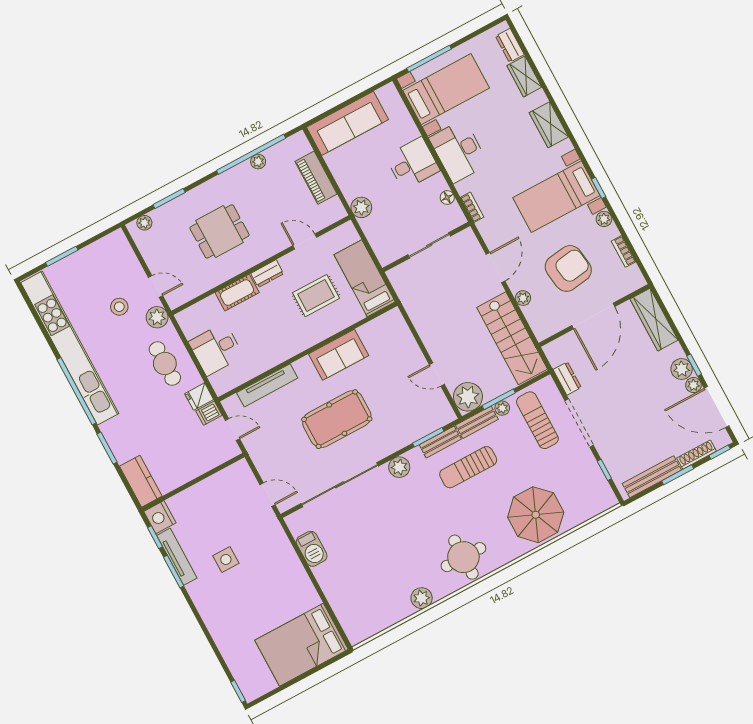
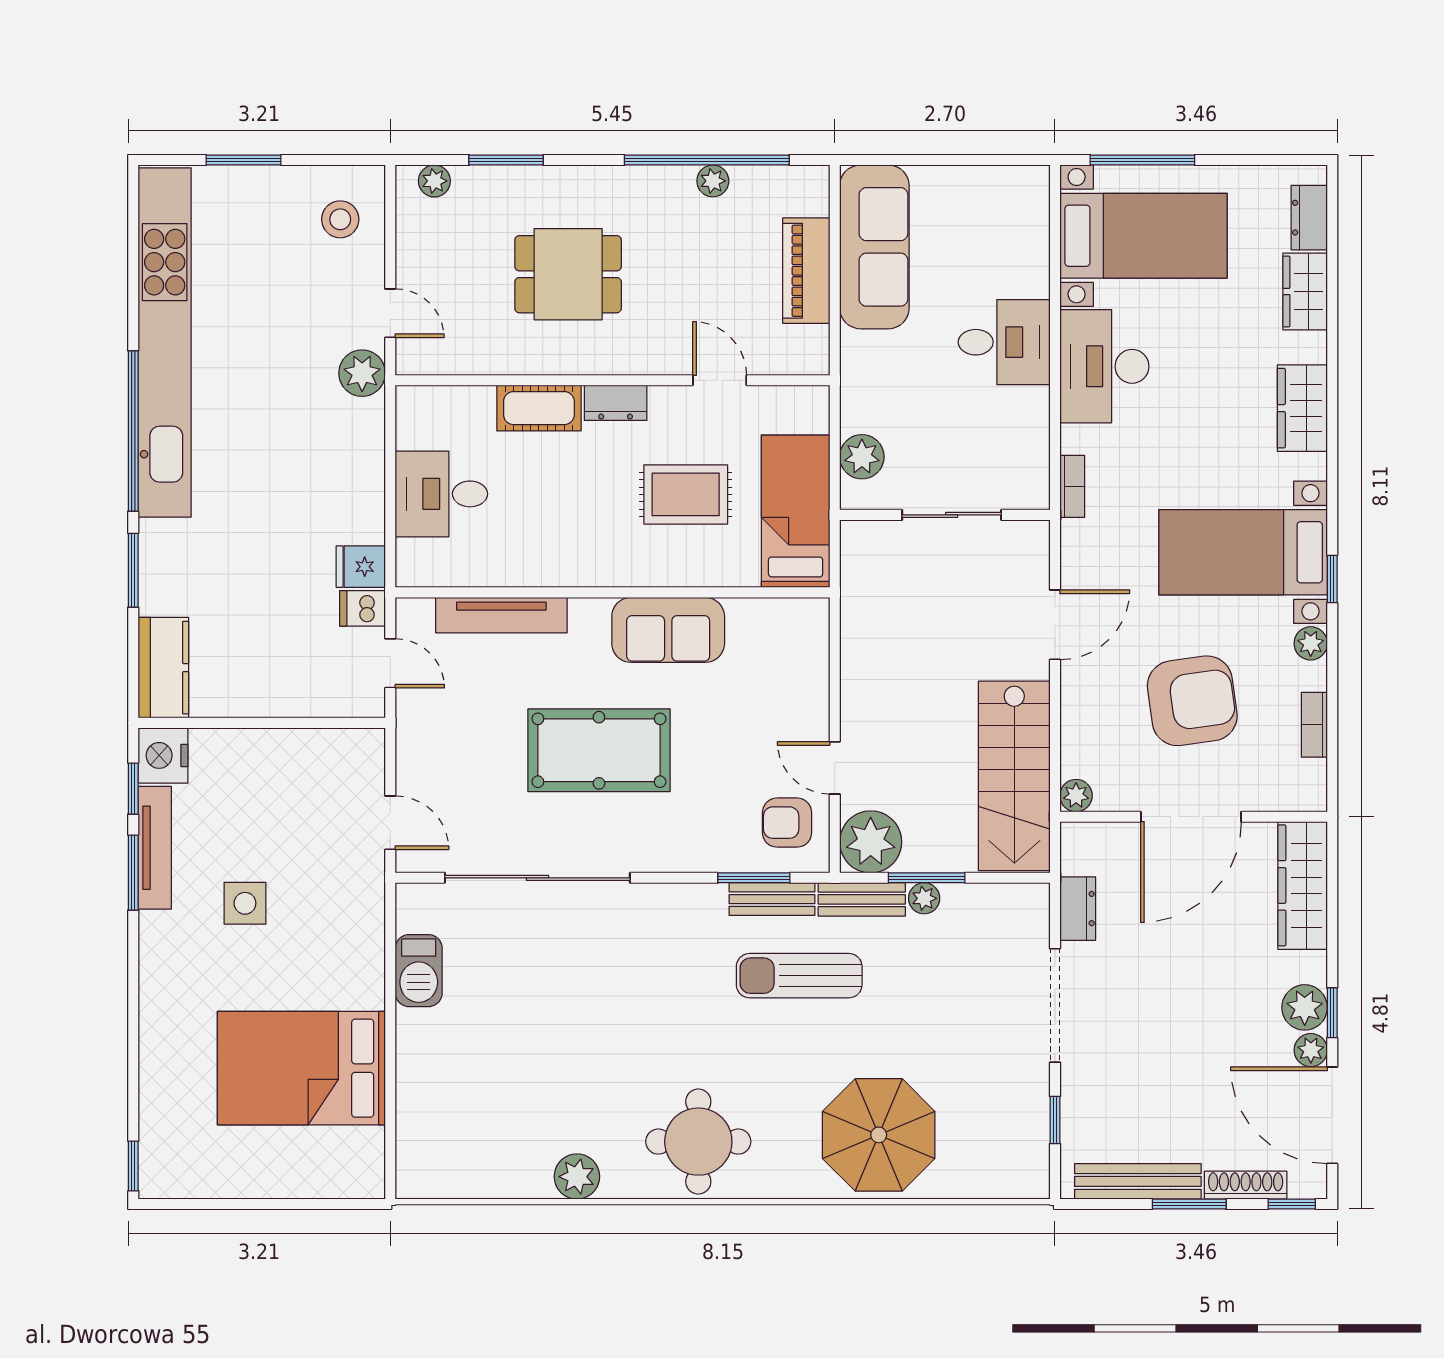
sofa: (347, 123) -> (874, 247), moved, turned -90
floor lamp: (447, 198) -> (1035, 442), removed
plant: (361, 207) -> (862, 457), moved
plant: (523, 298) -> (1076, 796), moved
stool: (119, 307) -> (340, 219), moved
cafe table: (165, 364) -> (329, 469), removed
armchair: (430, 407) -> (787, 823), added
sun lounger: (537, 420) -> (979, 957), removed
plant: (399, 467) -> (668, 905), removed
bed: (301, 645) -> (301, 1068), moved

